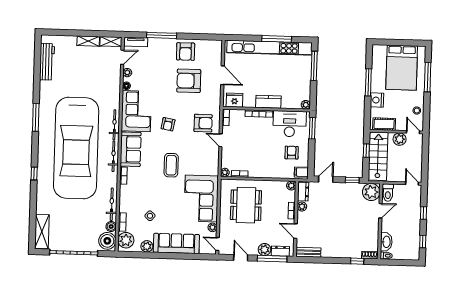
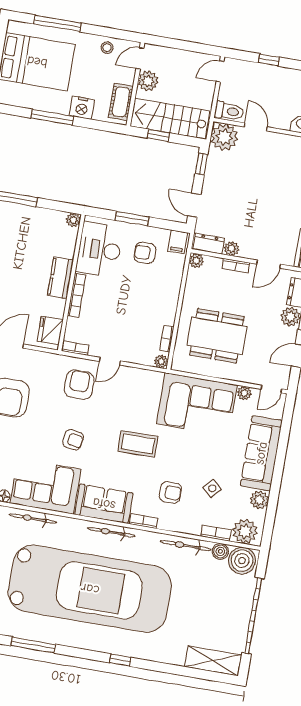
bicycle: (114, 125) -> (33, 519), moved
window: (312, 128) -> (132, 219), moved
armchair: (144, 190) -> (170, 492), added

